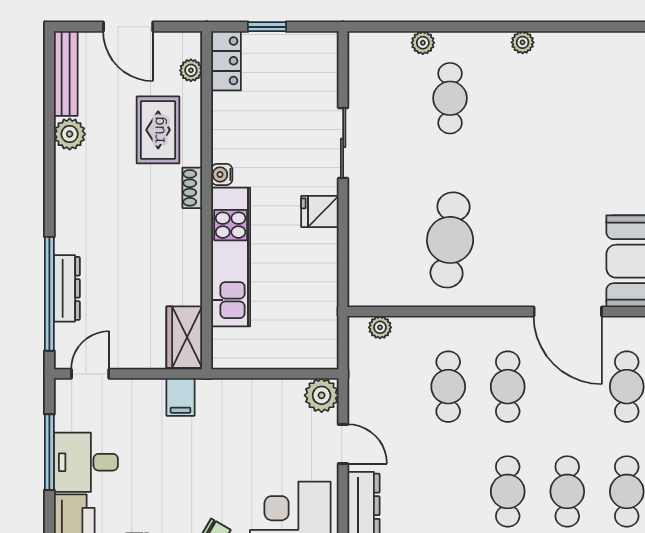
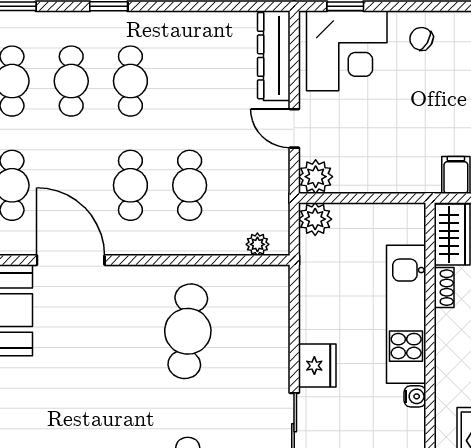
shoe rack: (192, 188) -> (444, 288), moved
fridge: (320, 211) -> (317, 366), width x1.38
plant: (322, 353) -> (315, 219), added

